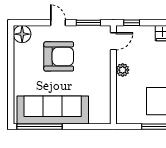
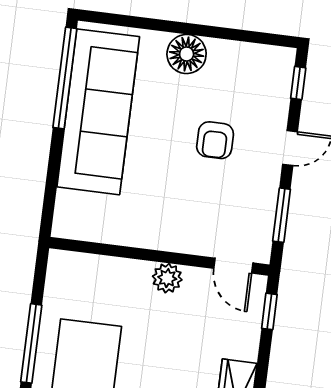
window: (29, 23) -> (298, 83), added
floor lamp: (22, 34) -> (187, 54), moved
armchair: (59, 56) -> (215, 140), width x0.53, depth x0.53

